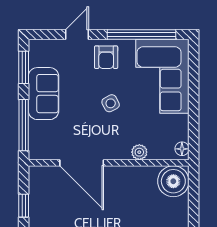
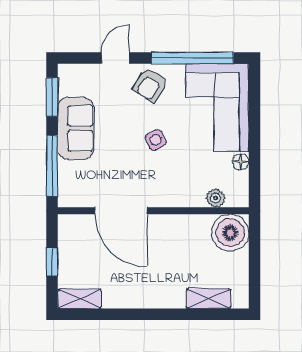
armchair: (106, 57) -> (150, 85), turned 32
floor lamp: (182, 149) -> (241, 162), moved
plant: (139, 152) -> (216, 198), moved

